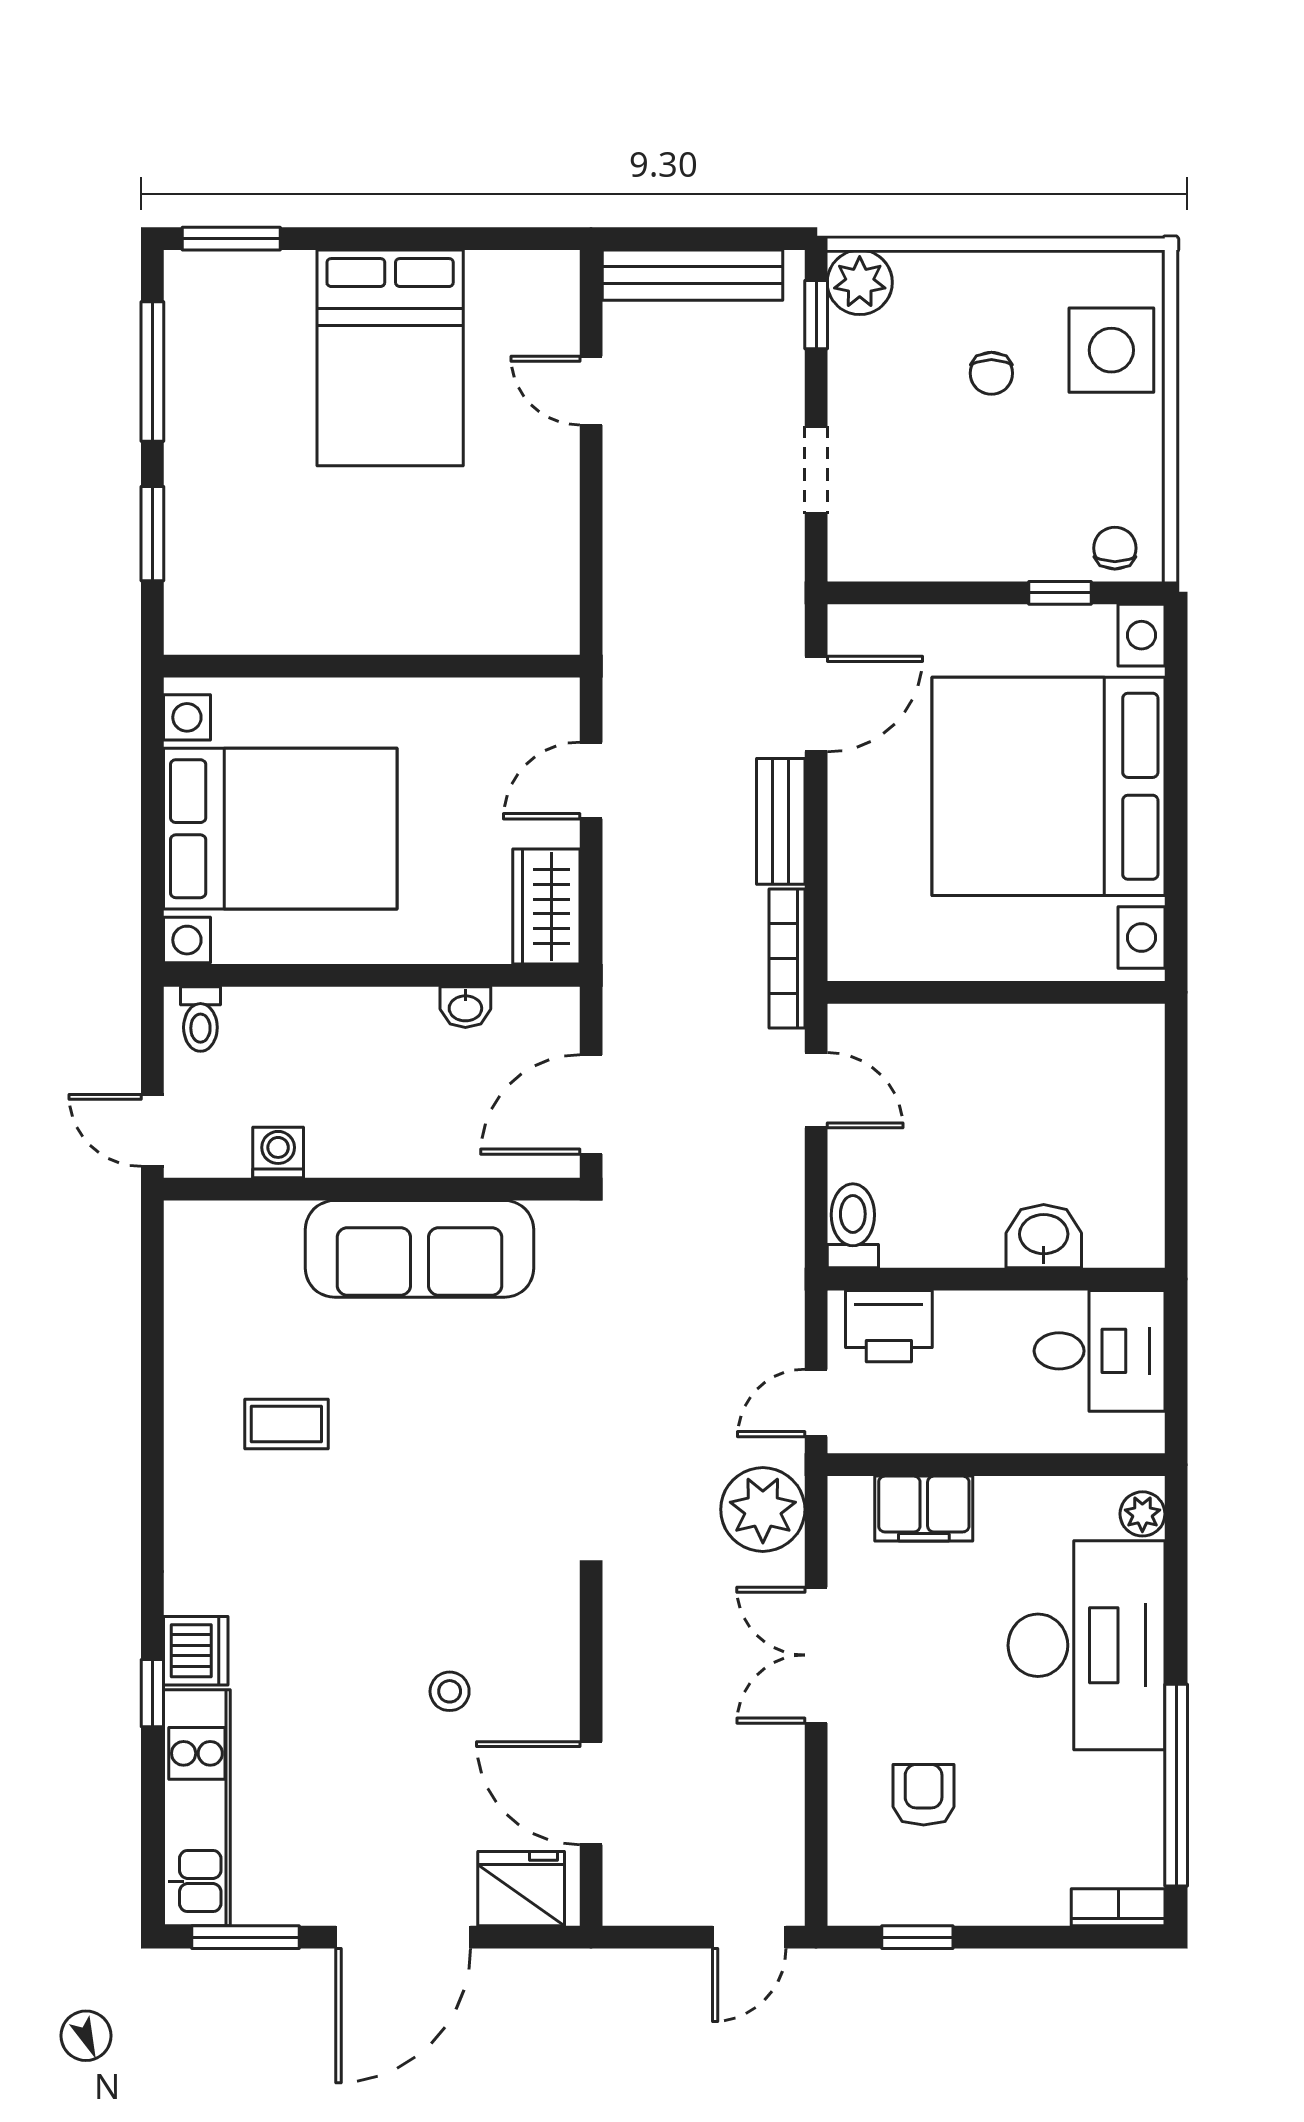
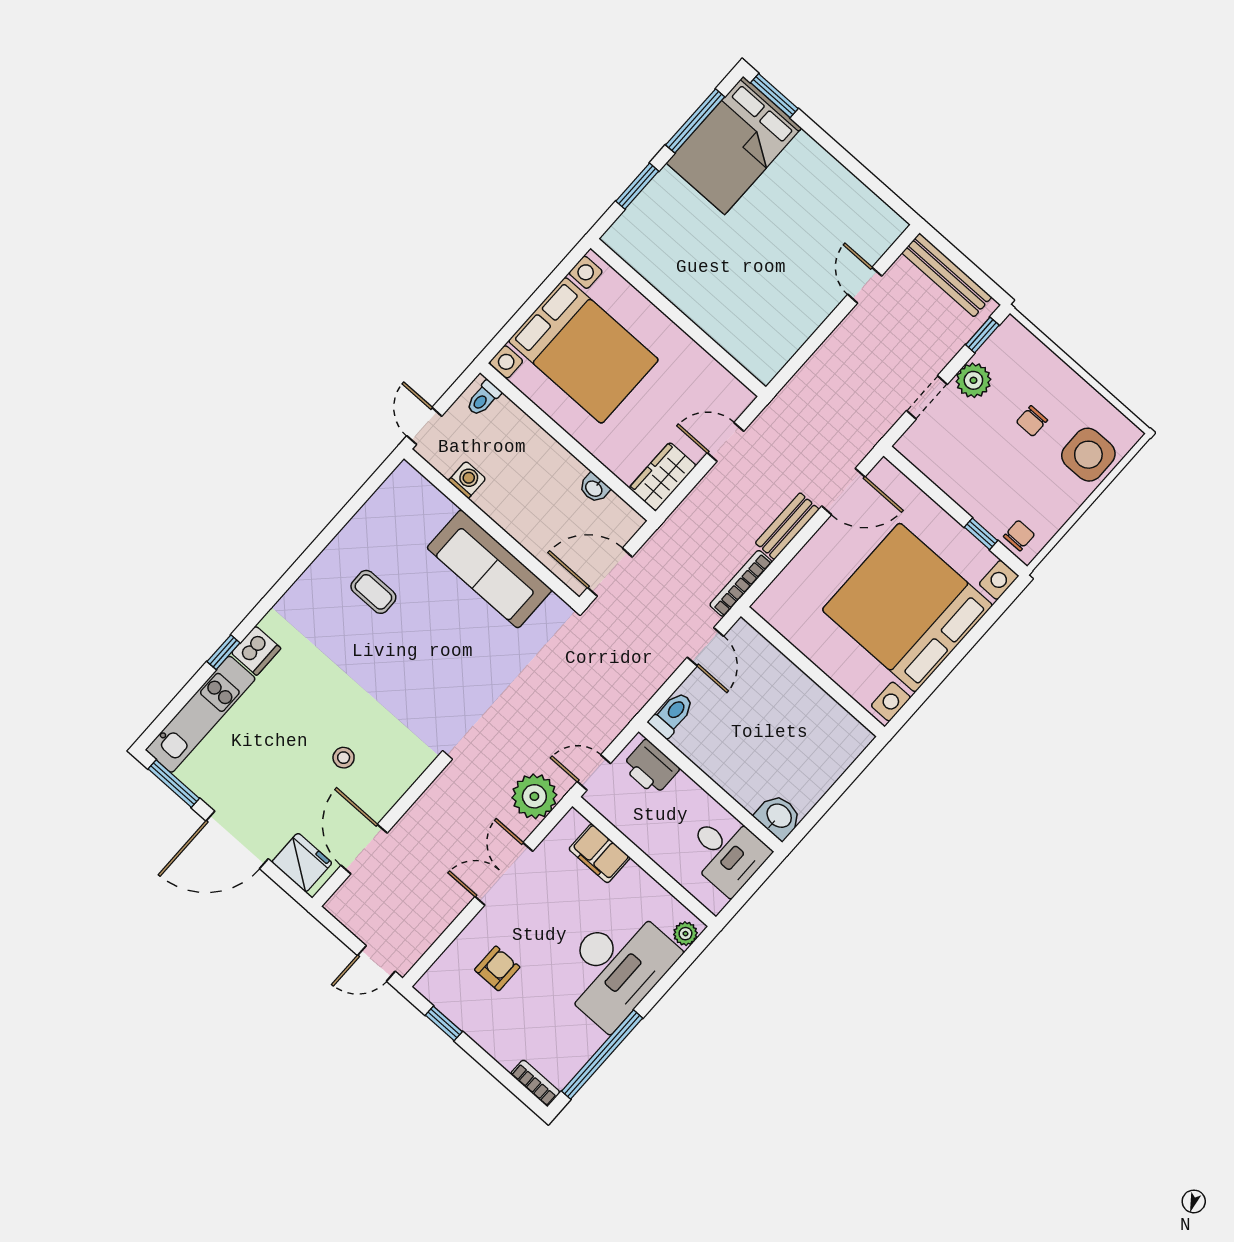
plant: (860, 282) -> (973, 380), moved
bed: (390, 358) -> (734, 145), moved
washbasin: (1044, 1236) -> (778, 816), moved

